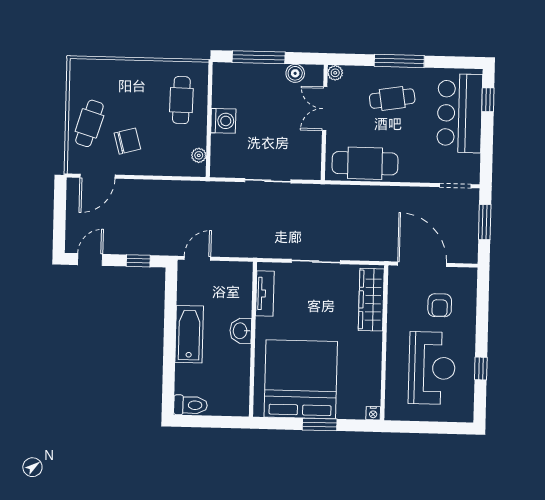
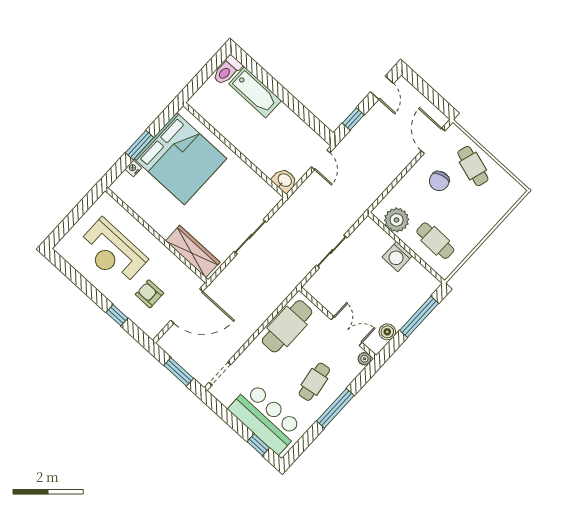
plant: (199, 155) -> (397, 220), width x1.88, depth x1.88
tv unit: (265, 294) -> (258, 184), removed
washbasin: (241, 331) -> (284, 180), moved
bathtub: (189, 334) -> (255, 92), moved
window: (481, 368) -> (117, 315), moved
nightstand: (373, 413) -> (133, 168), moved

